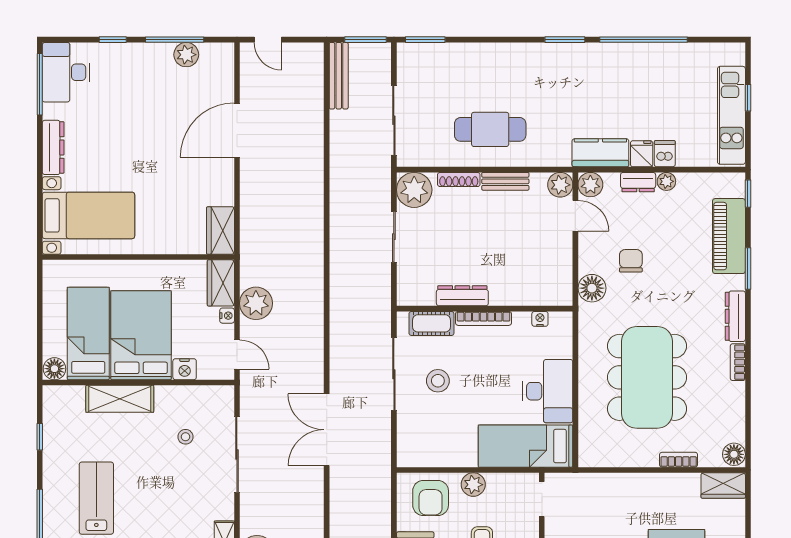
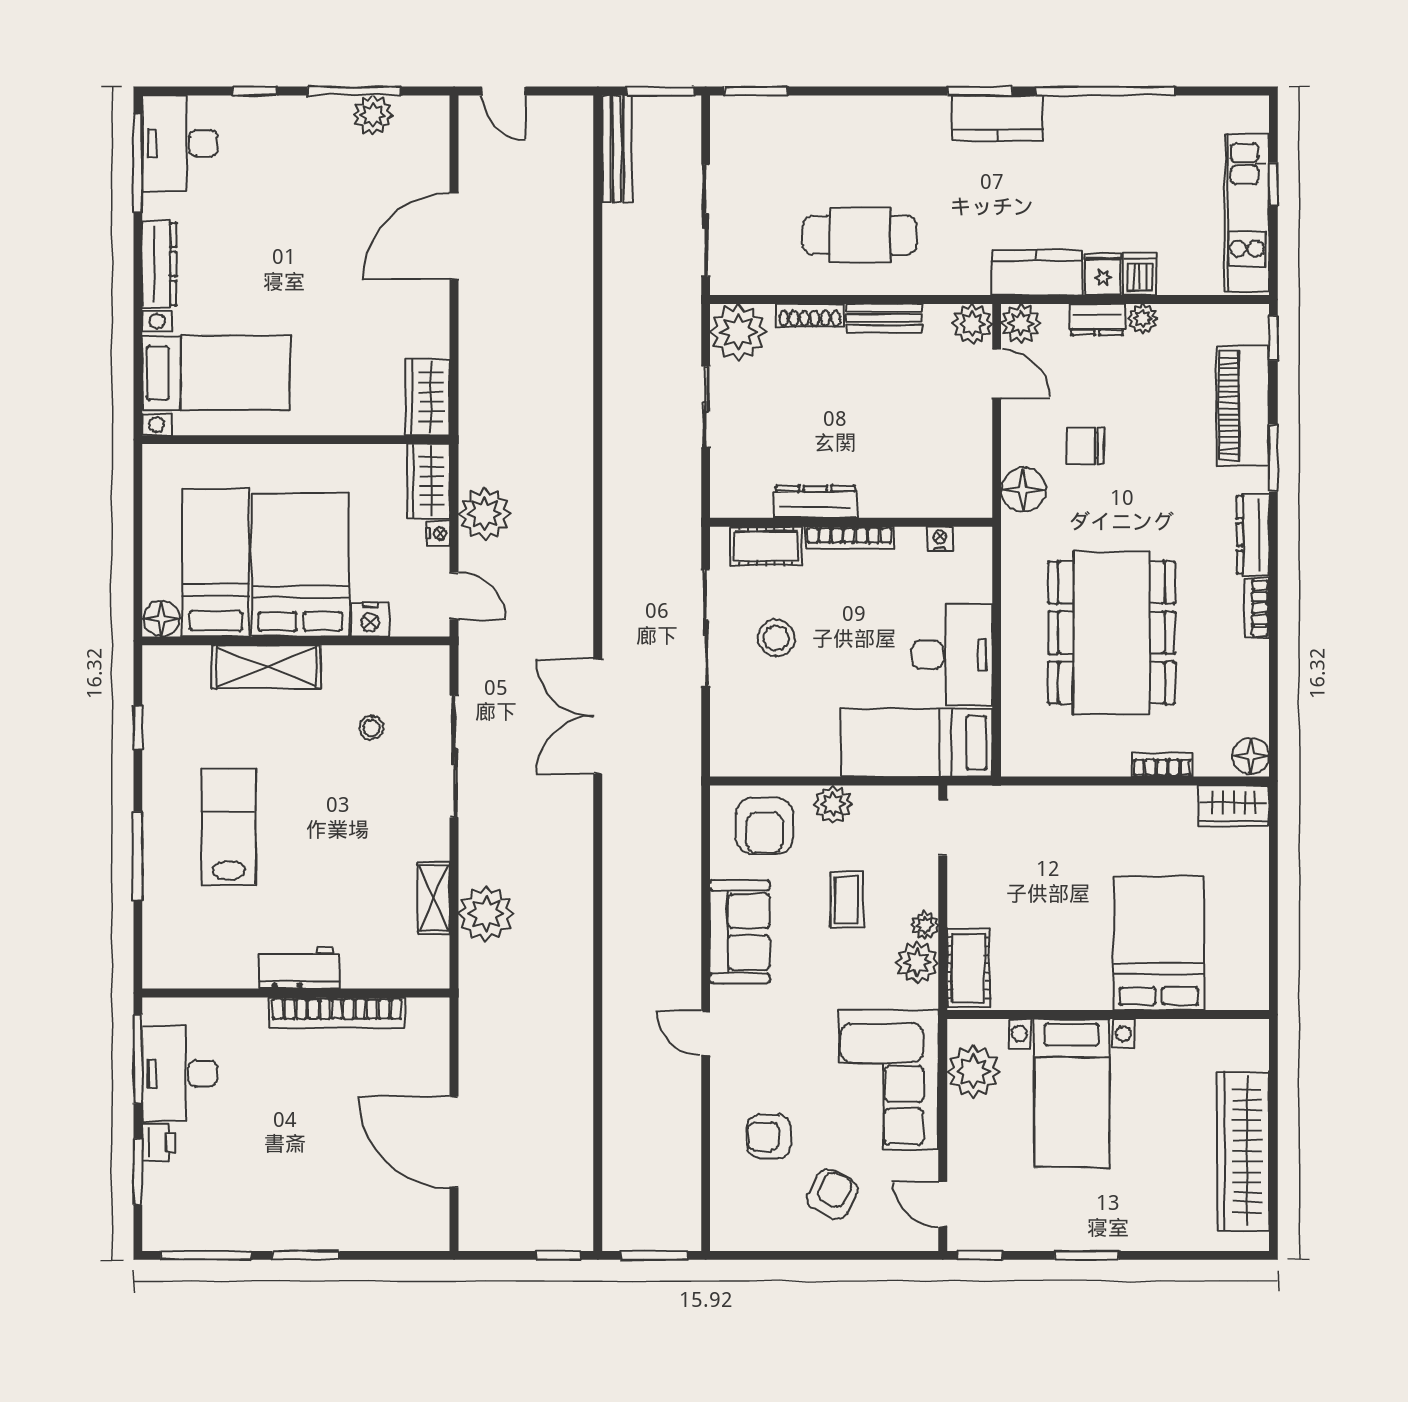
kitchen counter: (576, 56) -> (997, 118), added
chair: (631, 261) -> (1086, 446), turned -90

